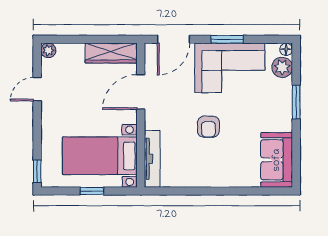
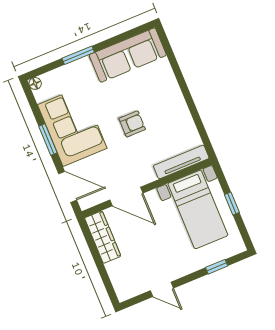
plant: (48, 50) -> (123, 294), removed
plant: (282, 67) -> (53, 80), removed
sofa: (277, 160) -> (128, 55), width x1.36
window: (37, 171) -> (217, 267), moved

